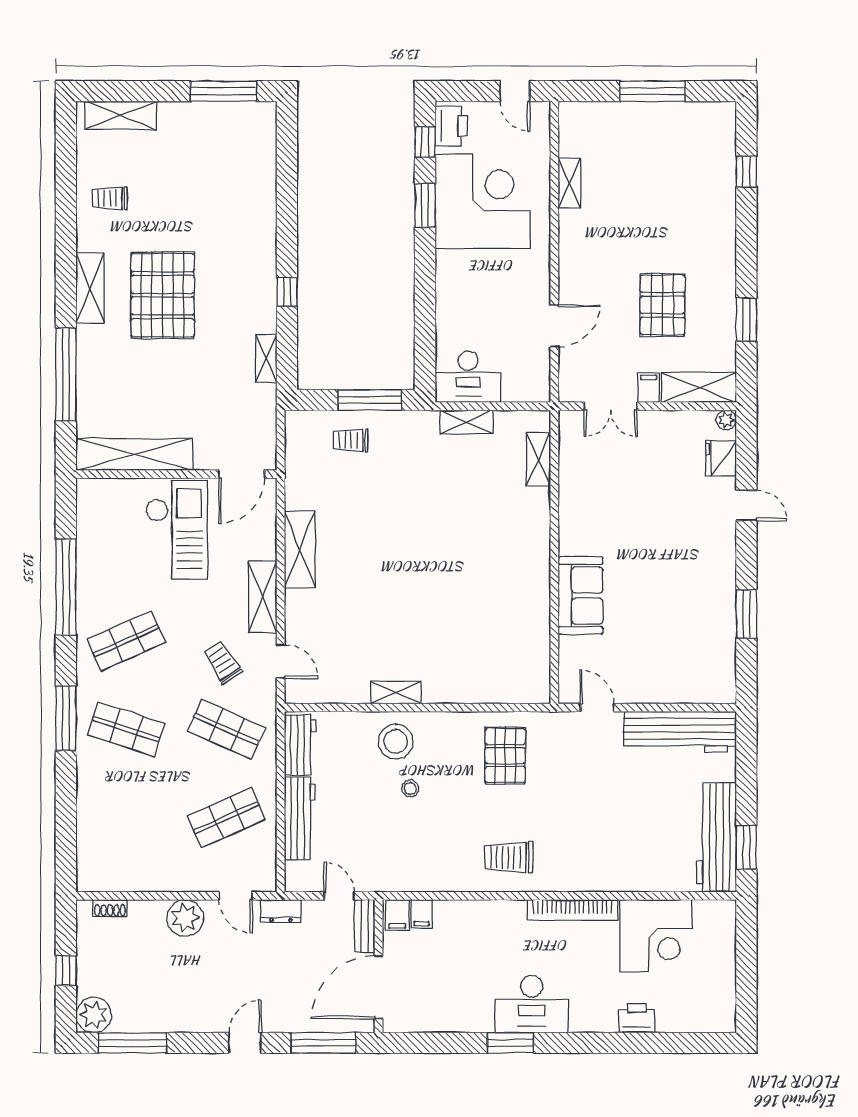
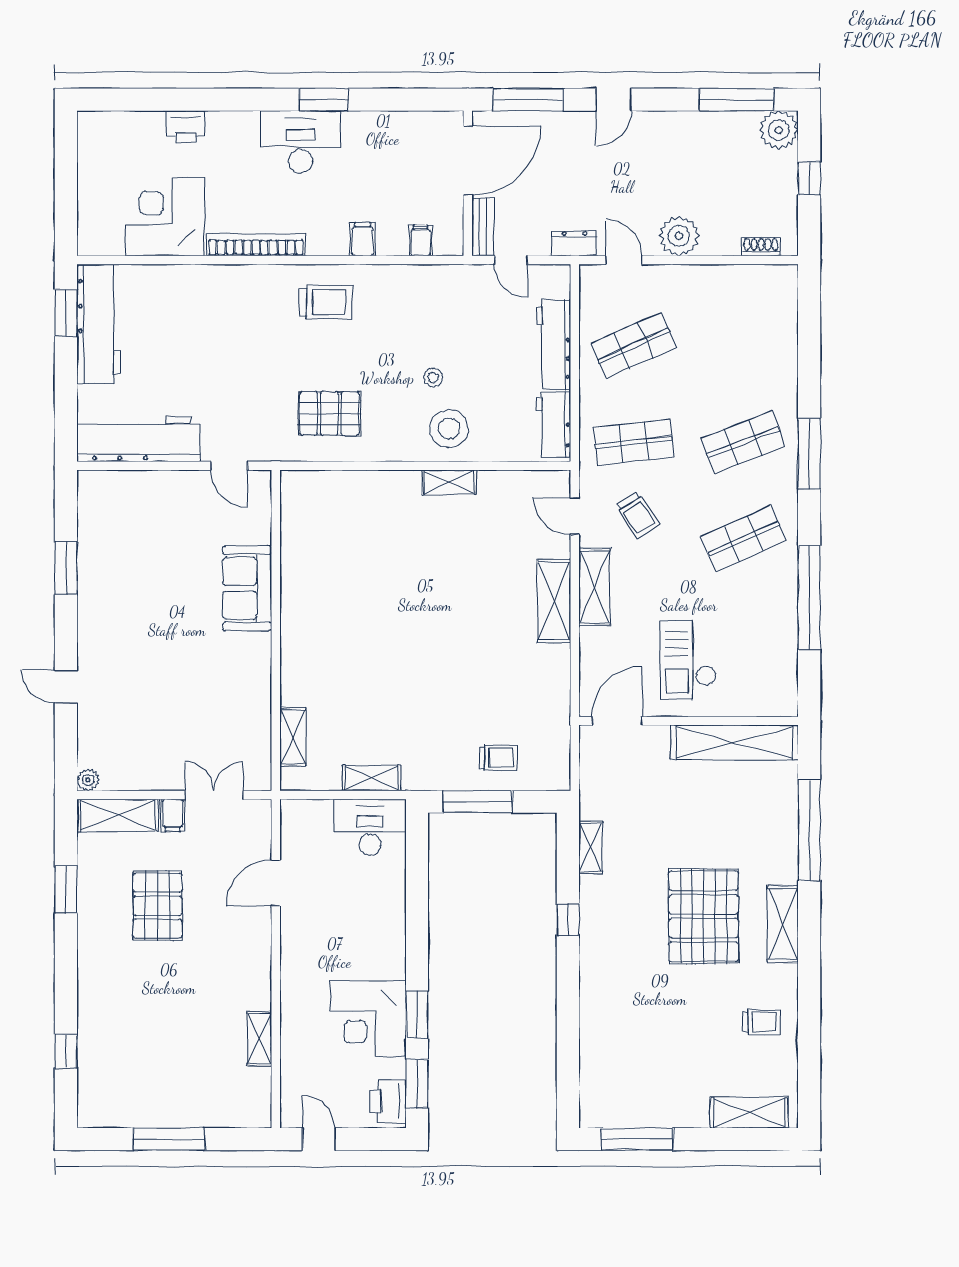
window: (425, 142) -> (417, 1084), width x1.50
corner desk: (482, 201) -> (368, 1019), width x0.74, depth x0.74
fridge: (721, 458) -> (94, 738), removed
checkout: (177, 530) -> (688, 660), width x0.73, depth x0.83
shelving: (300, 549) -> (554, 601), moved
shop shelf: (126, 729) -> (743, 442), turned -39
shop shelf: (227, 729) -> (634, 442), turned -30
pallet: (505, 756) -> (329, 413), turned 90
filing cabinet: (397, 915) -> (363, 239), moved

